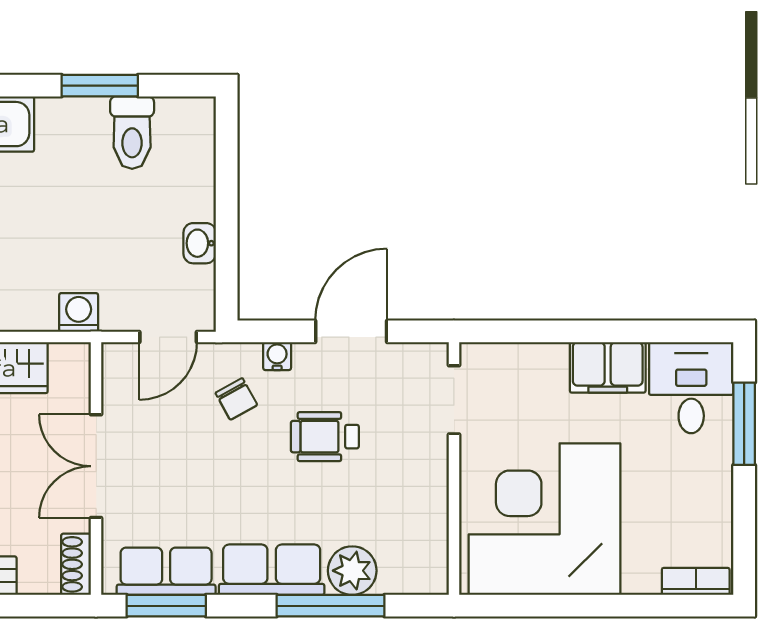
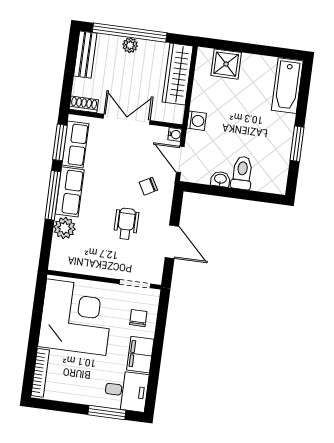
toilet: (132, 133) -> (242, 173), moved, turned 90
water cooler: (277, 356) -> (175, 134), moved
chair: (528, 382) -> (138, 318), added
bookcase: (696, 581) -> (40, 373), width x1.56
window: (331, 606) -> (53, 195), moved

